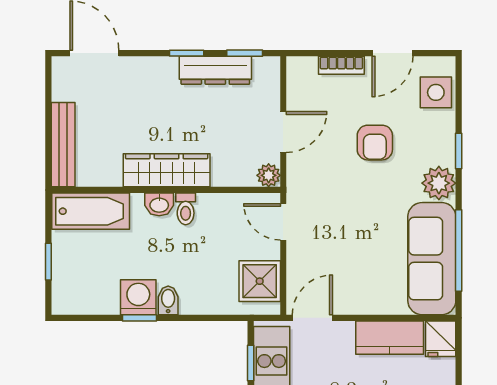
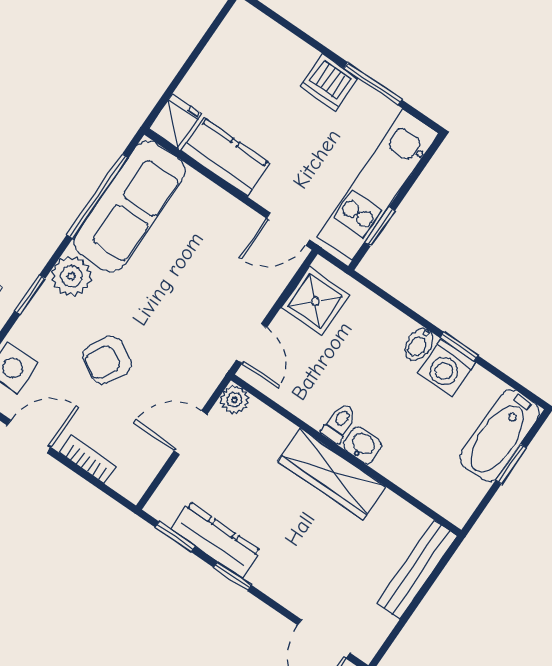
armchair: (375, 143) -> (107, 360), turned -151
bathtub: (91, 211) -> (500, 435), moved, turned -90

